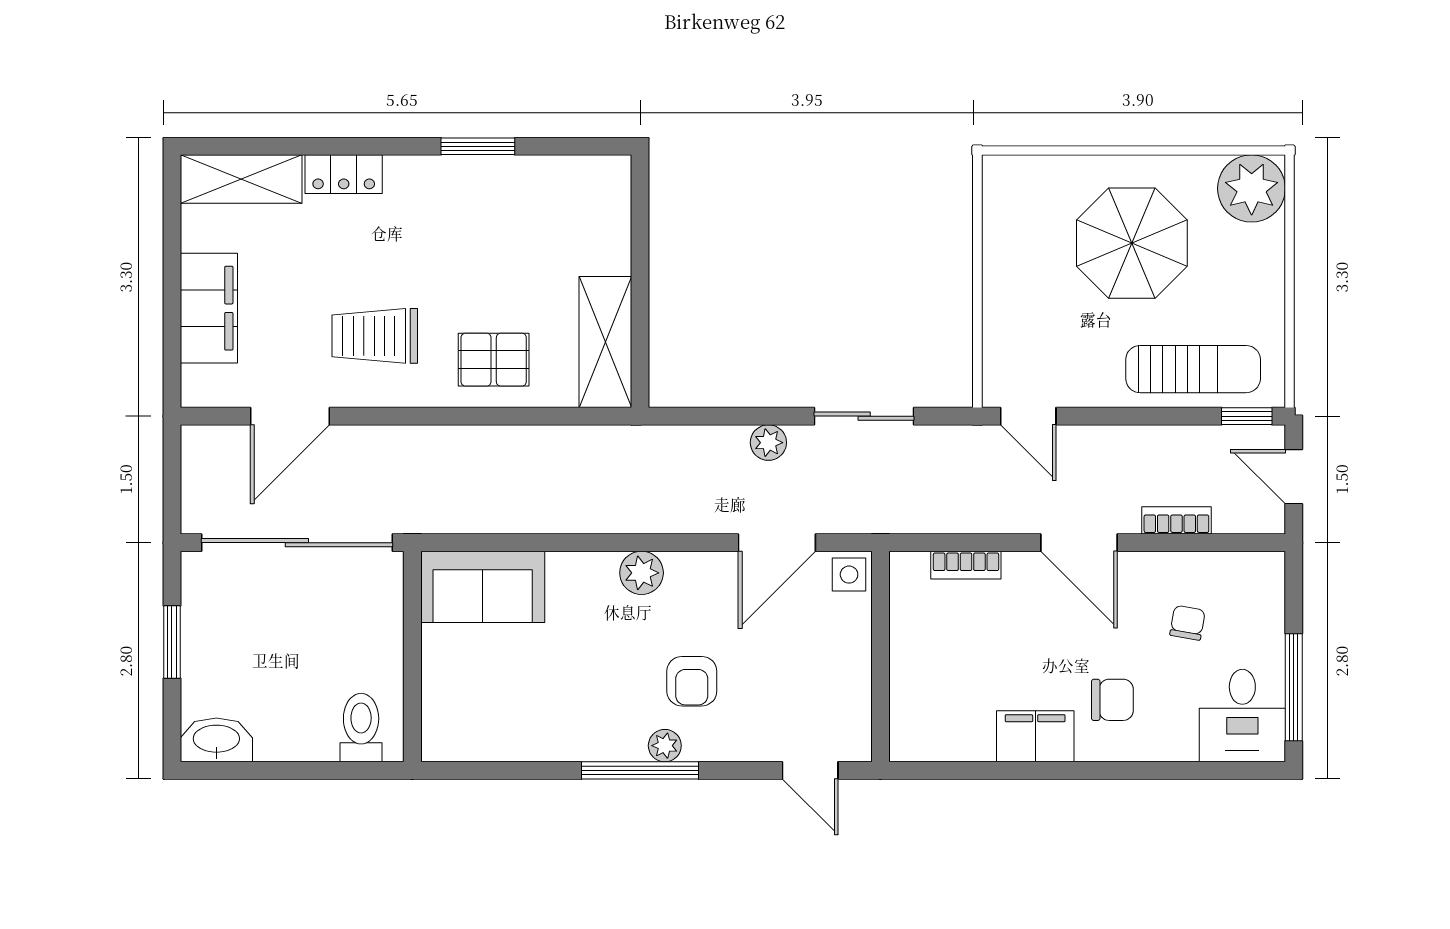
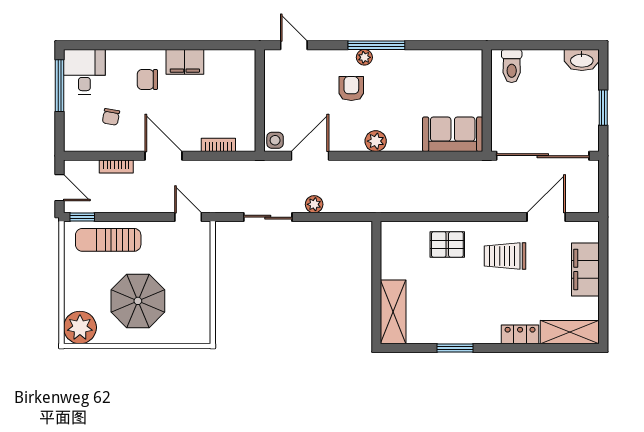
trolley: (375, 336) -> (505, 256), turned 180
shelving: (605, 342) -> (393, 312), moved

